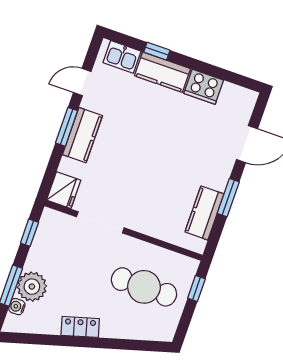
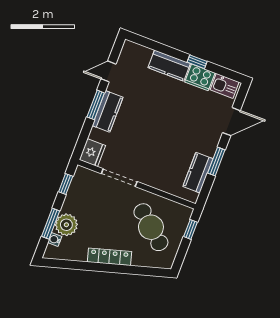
window: (157, 51) -> (197, 62), moved
kitchen sink: (122, 57) -> (225, 86), moved
cafe table: (144, 287) -> (151, 227), turned 41
locker: (80, 327) -> (109, 257), width x1.53

